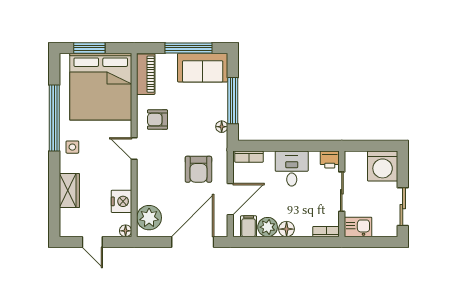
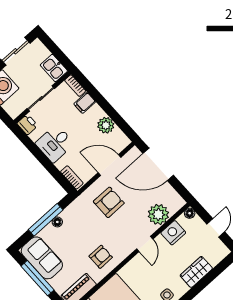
armchair: (157, 120) -> (101, 257), turned -90
floor lamp: (222, 127) -> (57, 222), moved
door: (134, 148) -> (145, 244), moved
plant: (149, 218) -> (158, 214), moved
filing cabinet: (249, 226) -> (85, 103), moved
floor lamp: (287, 229) -> (96, 112), removed

